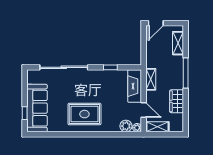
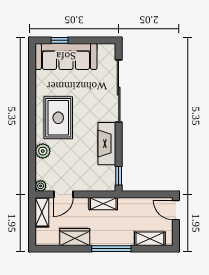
window: (110, 67) -> (119, 176), moved
fireplace: (135, 86) -> (107, 144), moved, turned -90
plant: (126, 126) -> (43, 151), moved

